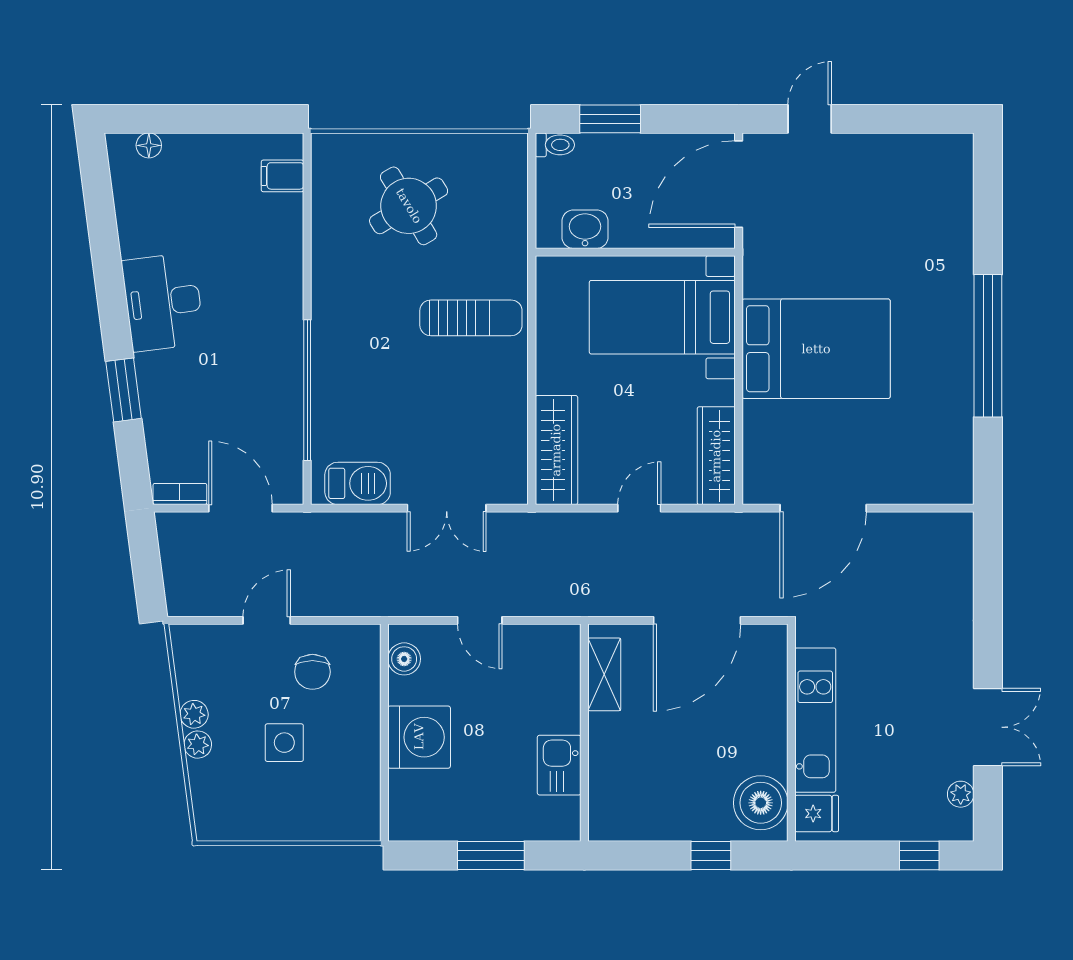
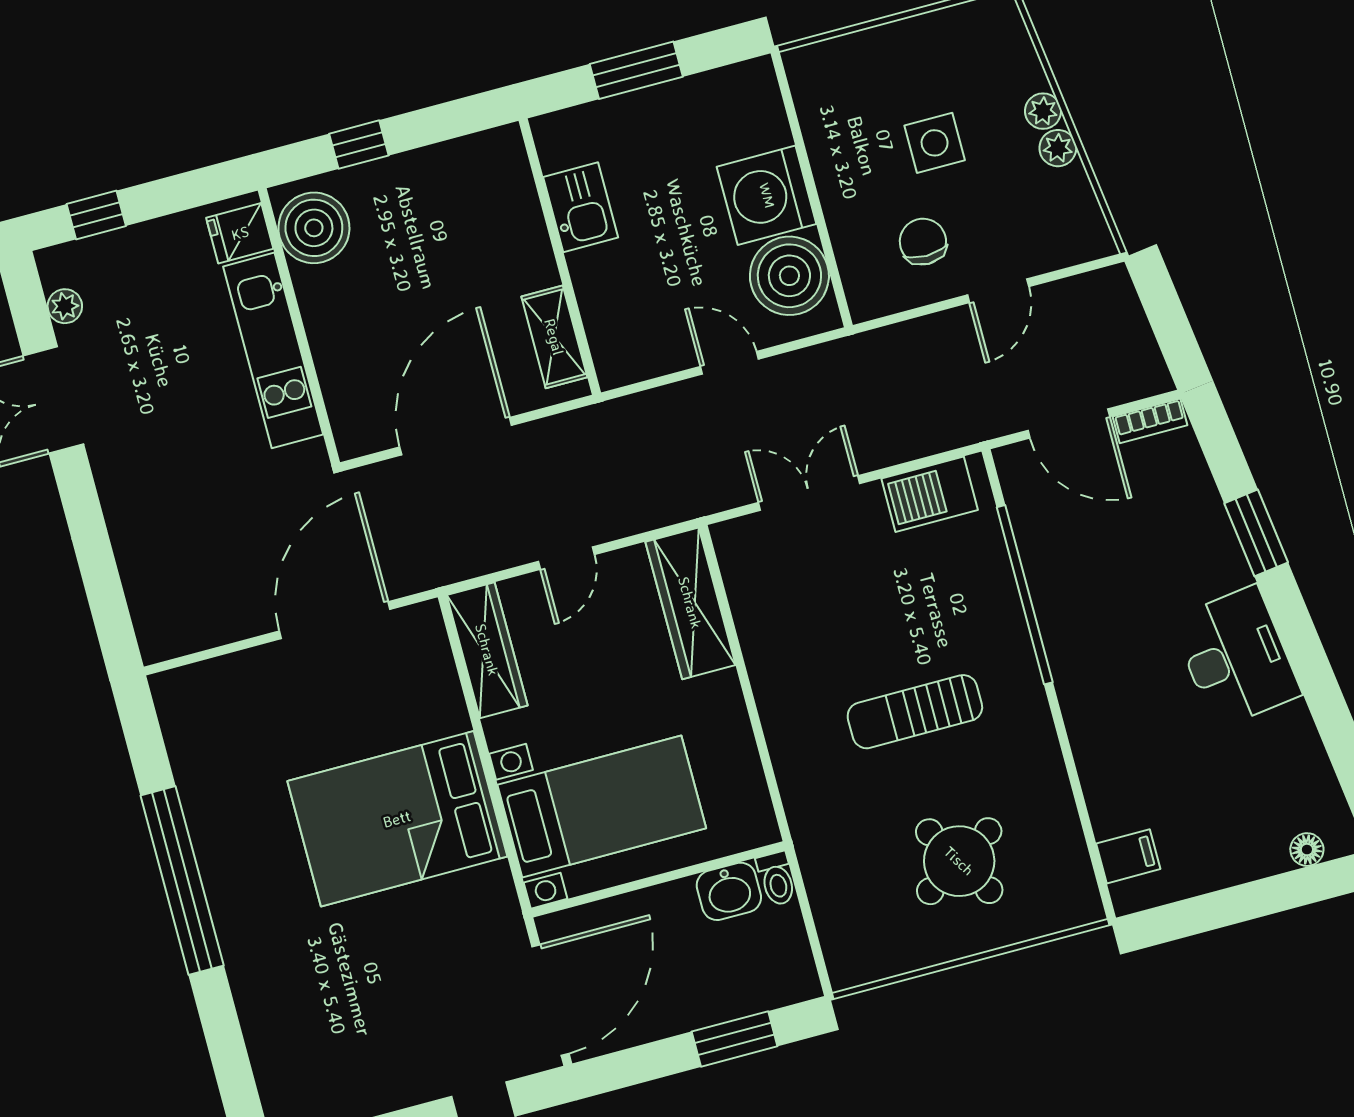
toilet: (555, 145) -> (777, 879), moved, turned -90
sun lounger: (471, 318) -> (915, 712), moved
boiler: (404, 659) -> (789, 276), width x1.86, depth x1.86

